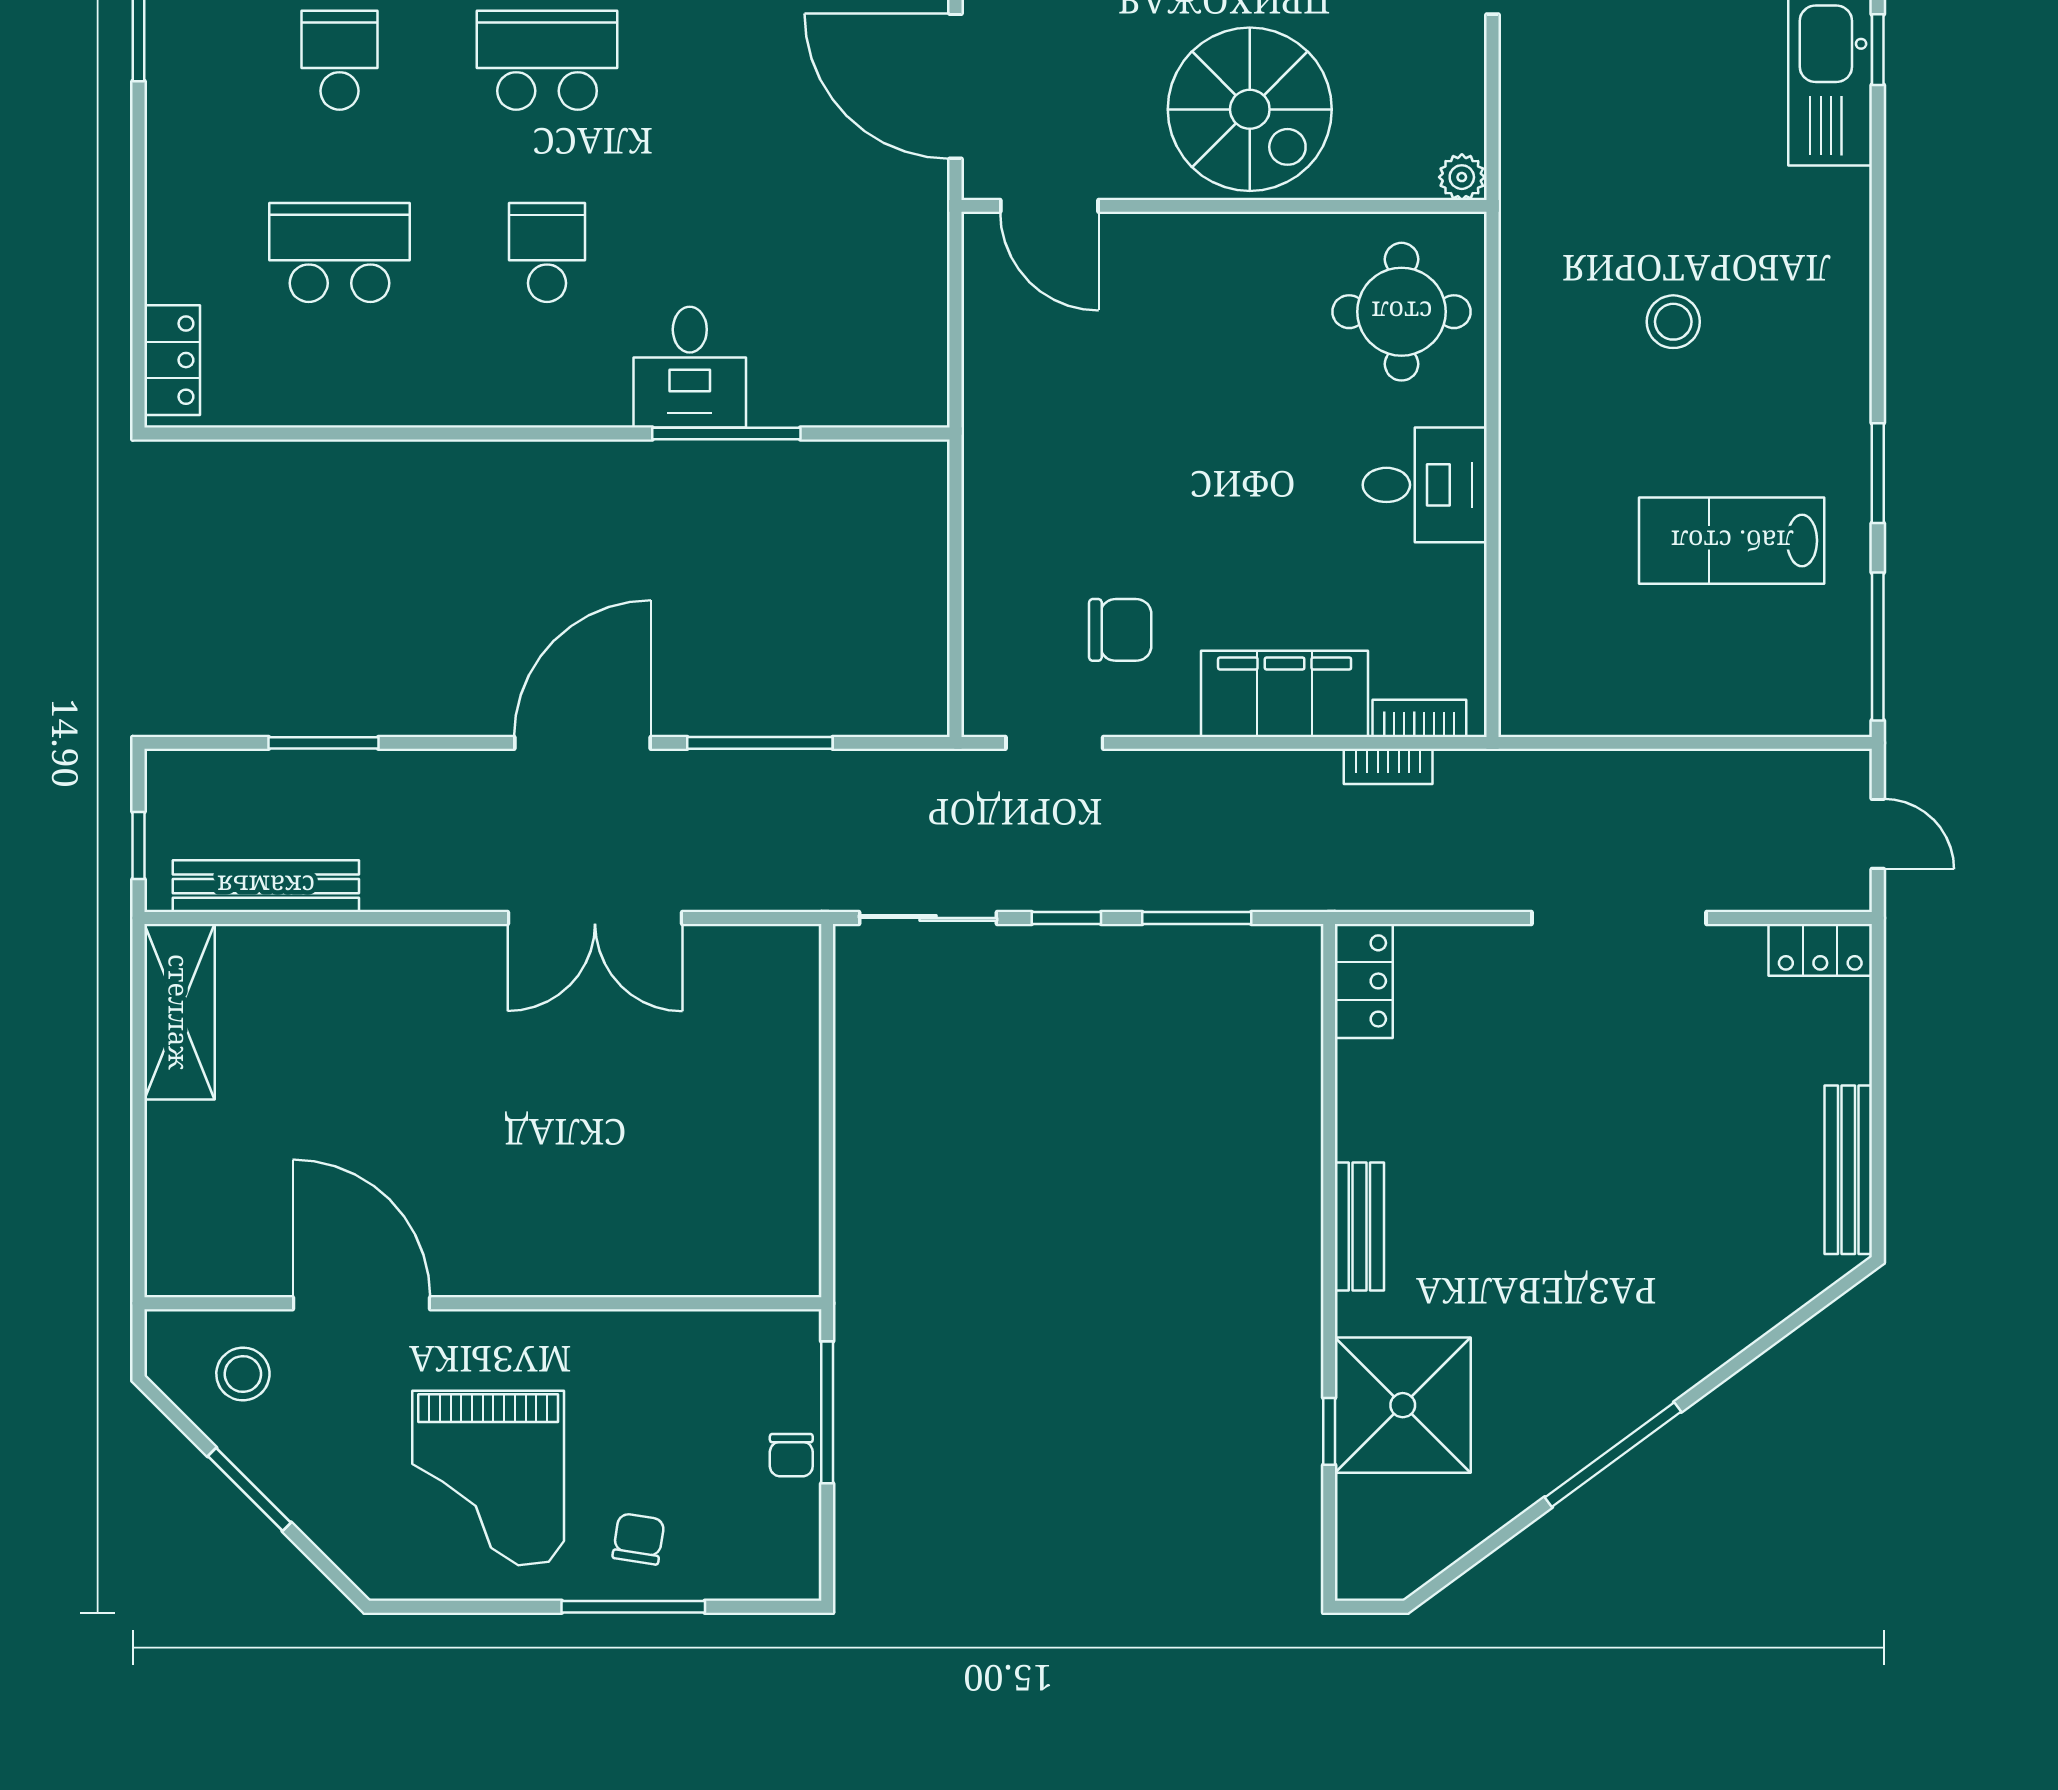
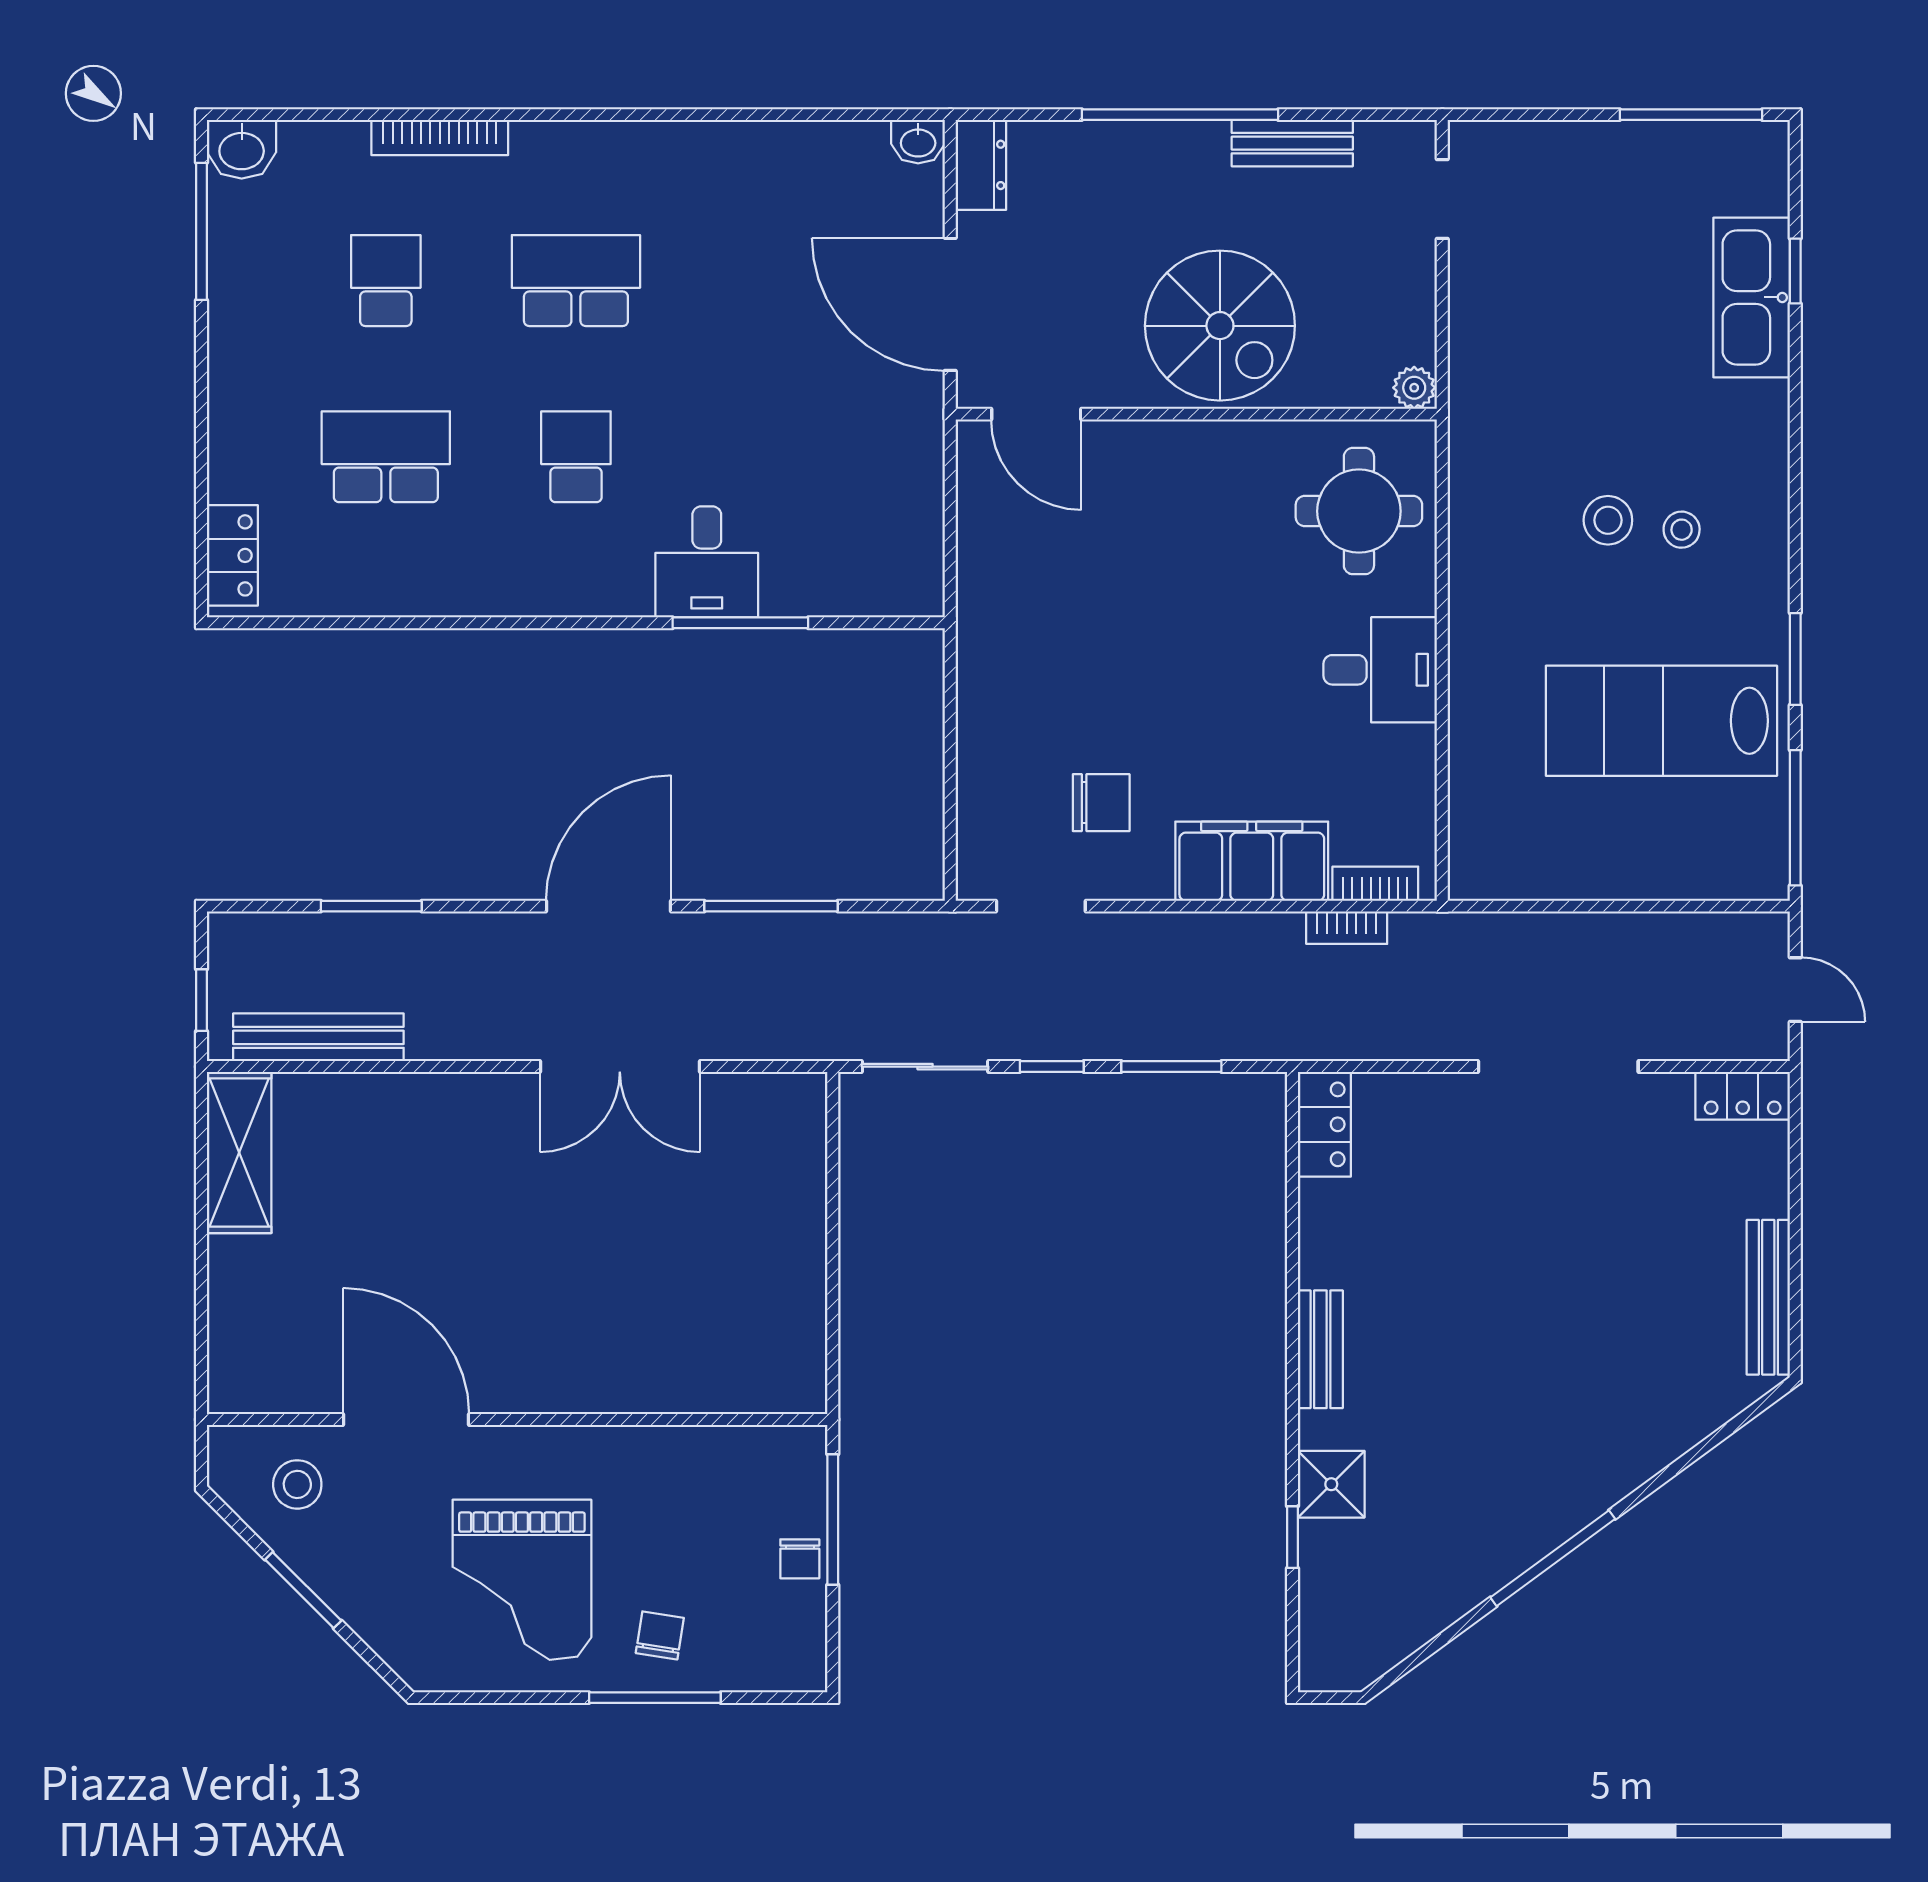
stool: (1754, 332) -> (1682, 530), added
lab bench: (1732, 541) -> (1661, 721), width x1.36, depth x1.39
shower: (1403, 1405) -> (1331, 1484), width x0.54, depth x0.54

